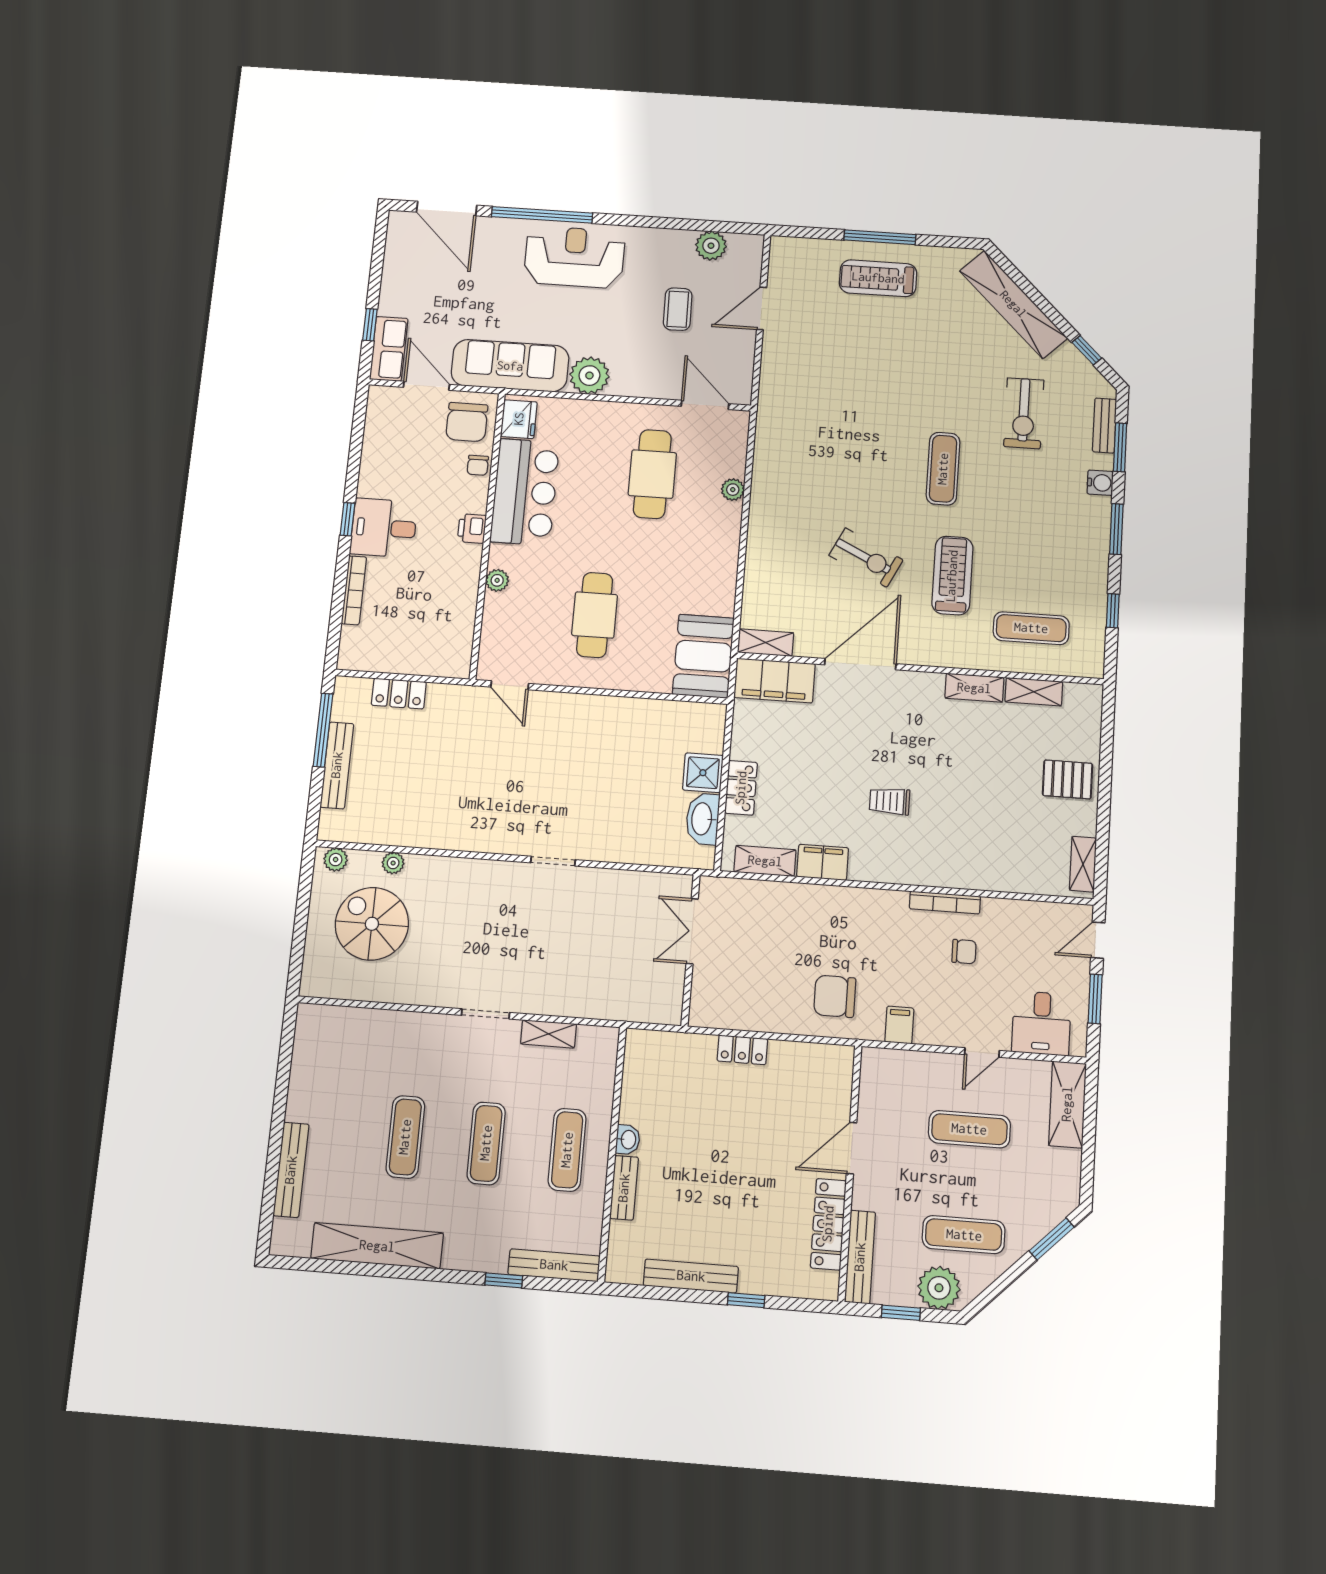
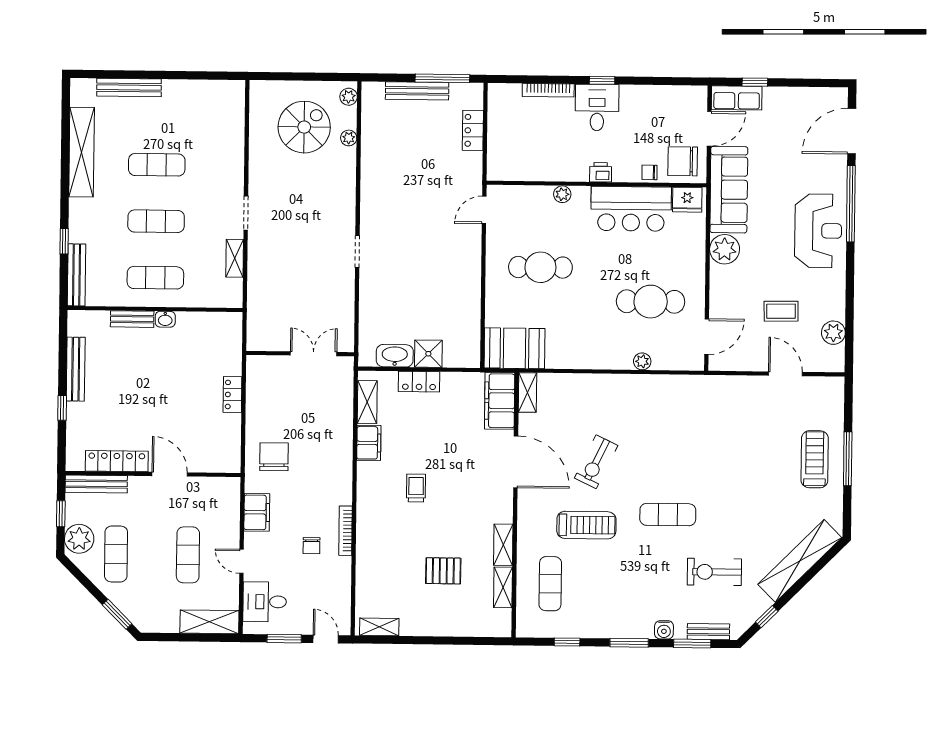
pallet: (1067, 779) -> (443, 571), moved, turned 90
filing cabinet: (899, 1025) -> (257, 512), width x2.00

